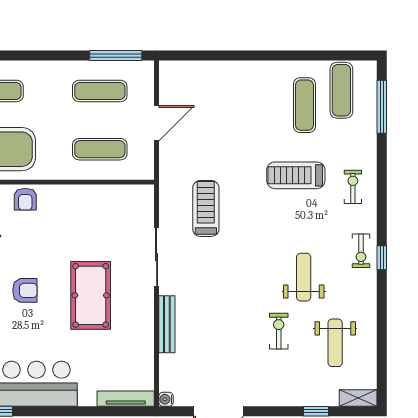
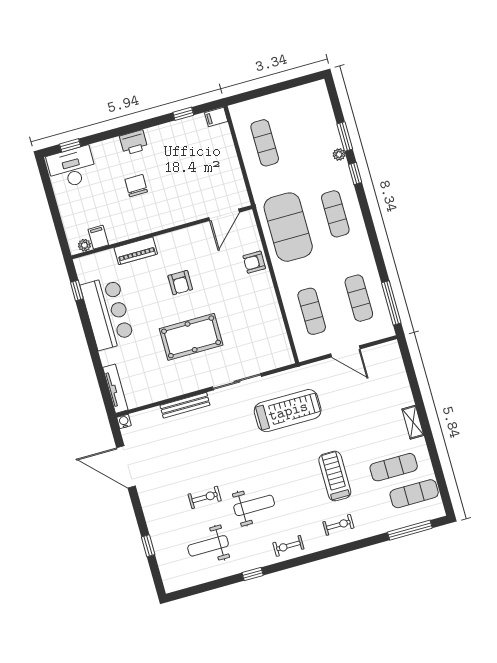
treadmill: (206, 208) -> (288, 411), width x1.37, depth x1.38
window: (382, 258) -> (253, 574), moved
shelving: (358, 398) -> (413, 422), moved

